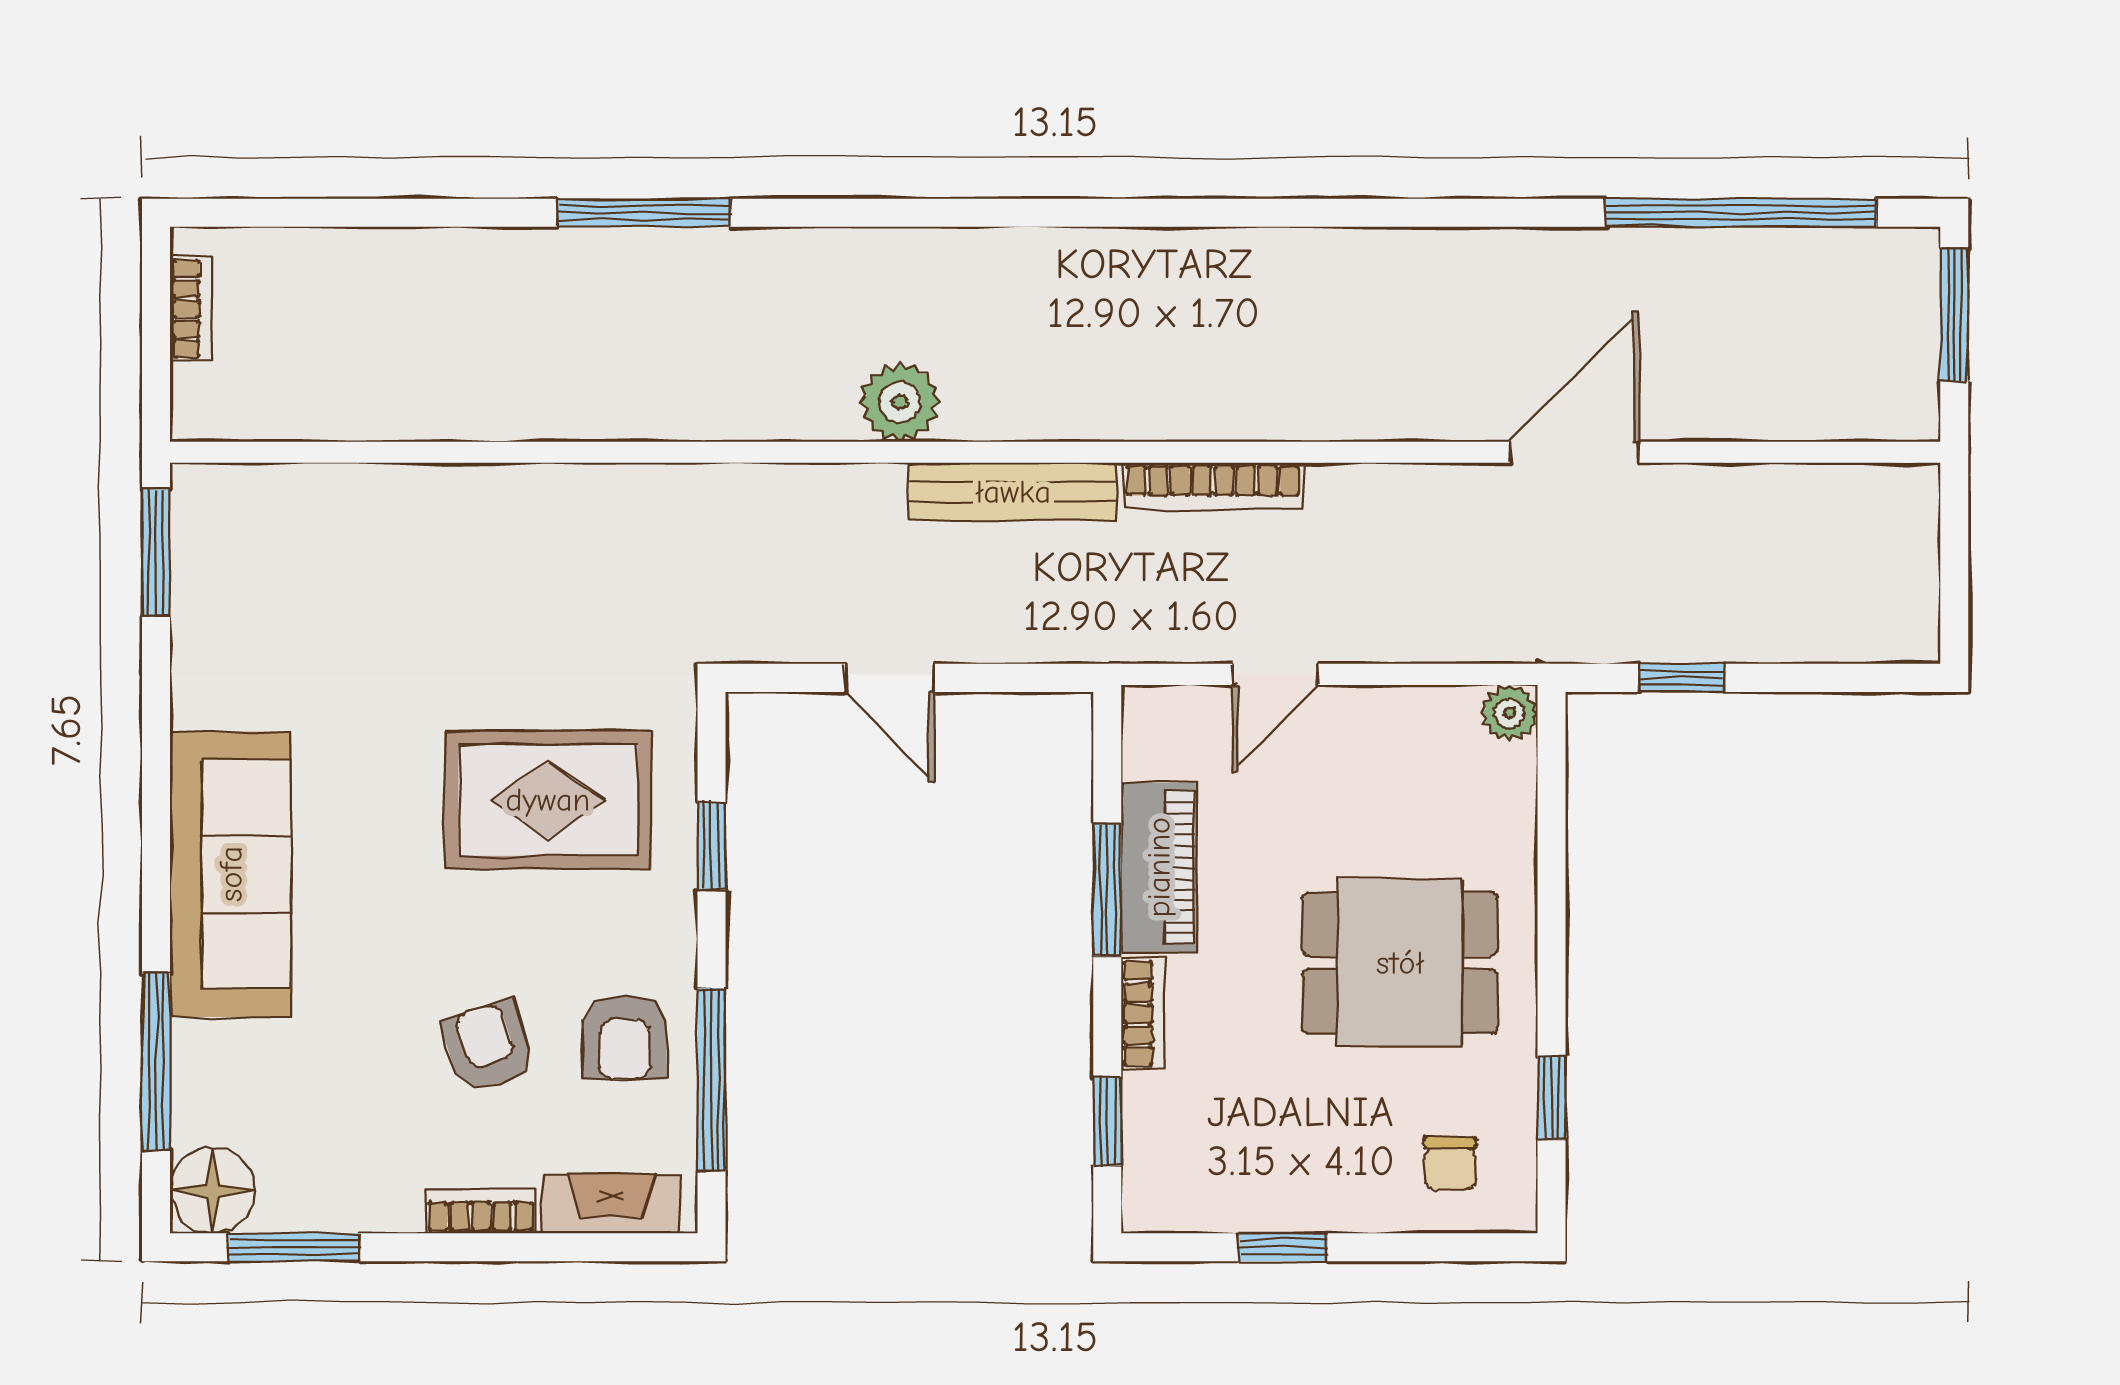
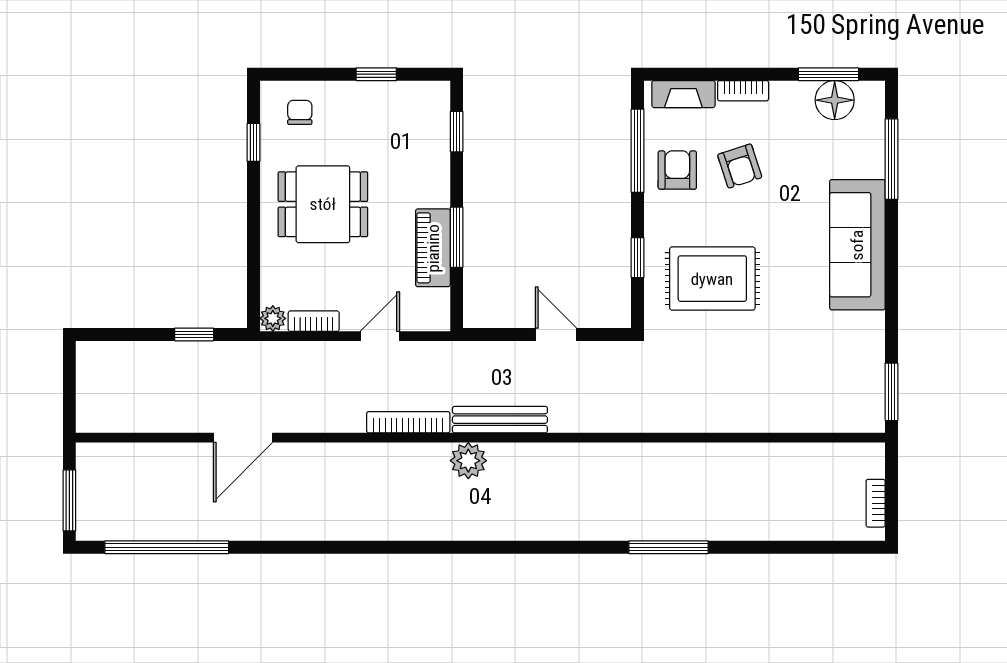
plant: (900, 402) -> (468, 461), moved
bookcase: (1143, 1014) -> (314, 321), moved, turned 90
floor lamp: (213, 1190) -> (835, 100), moved

